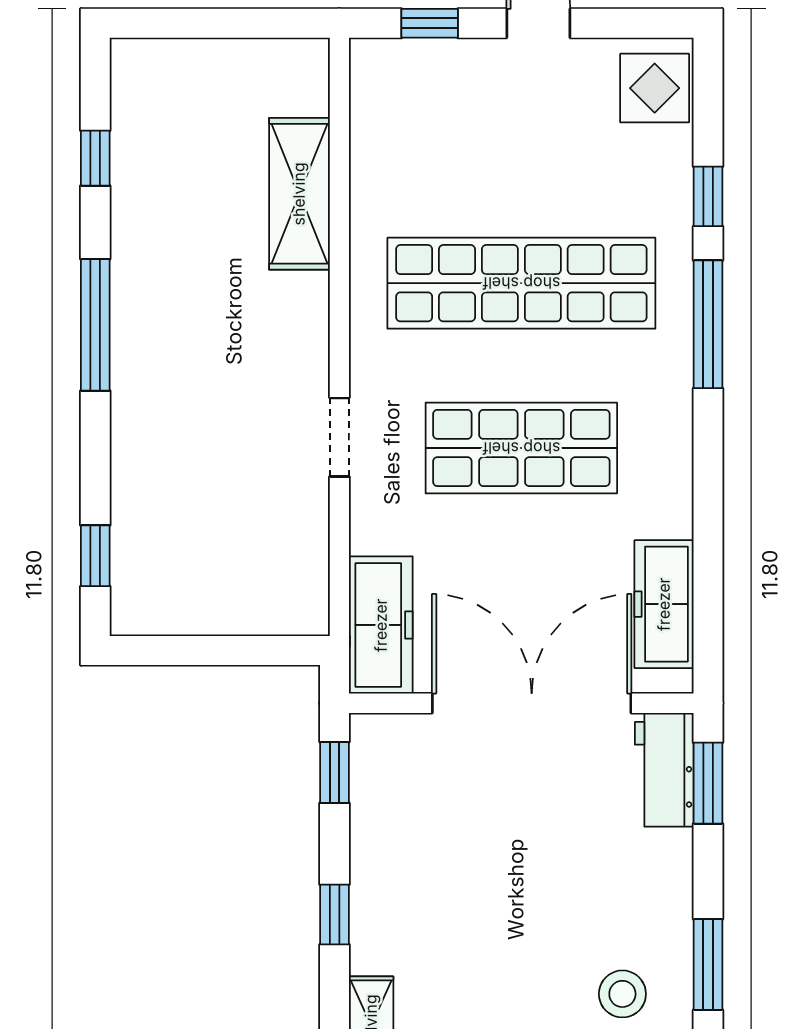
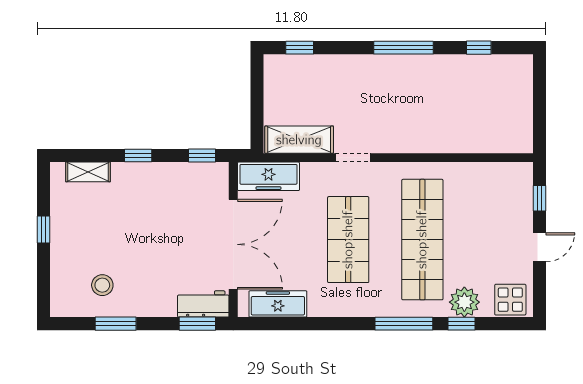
plant: (660, 190) -> (464, 302), added
shelving: (299, 194) -> (299, 140), moved

